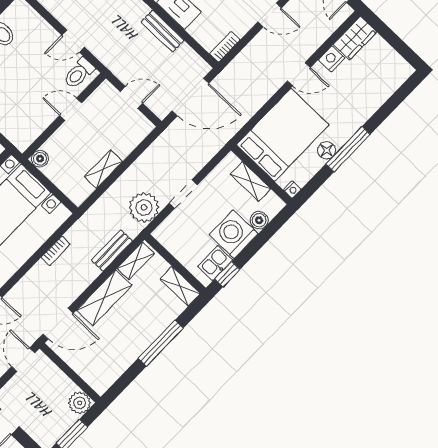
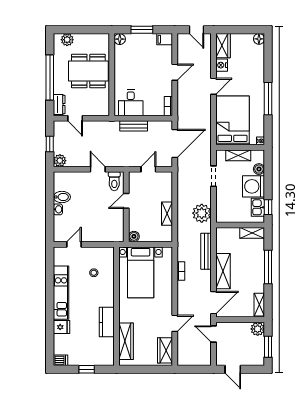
door: (73, 41) -> (98, 169), swing flipped
floor lamp: (327, 150) -> (259, 39), moved
doorway: (183, 194) -> (214, 176), moved
bench: (112, 251) -> (206, 251), width x1.36
shelving: (136, 261) -> (259, 305), moved

